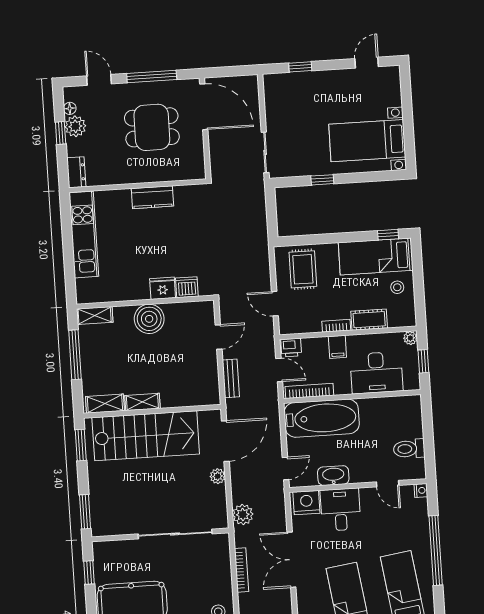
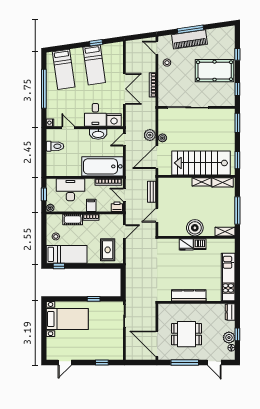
kitchen counter: (152, 197) -> (189, 295), width x1.50
dishwasher: (187, 287) -> (200, 244), moved
door: (275, 304) -> (124, 232), hinge flipped
plant: (243, 515) -> (150, 135), moved

